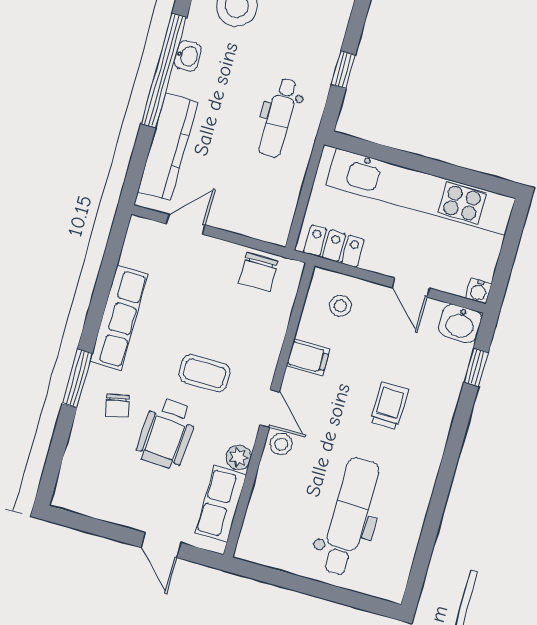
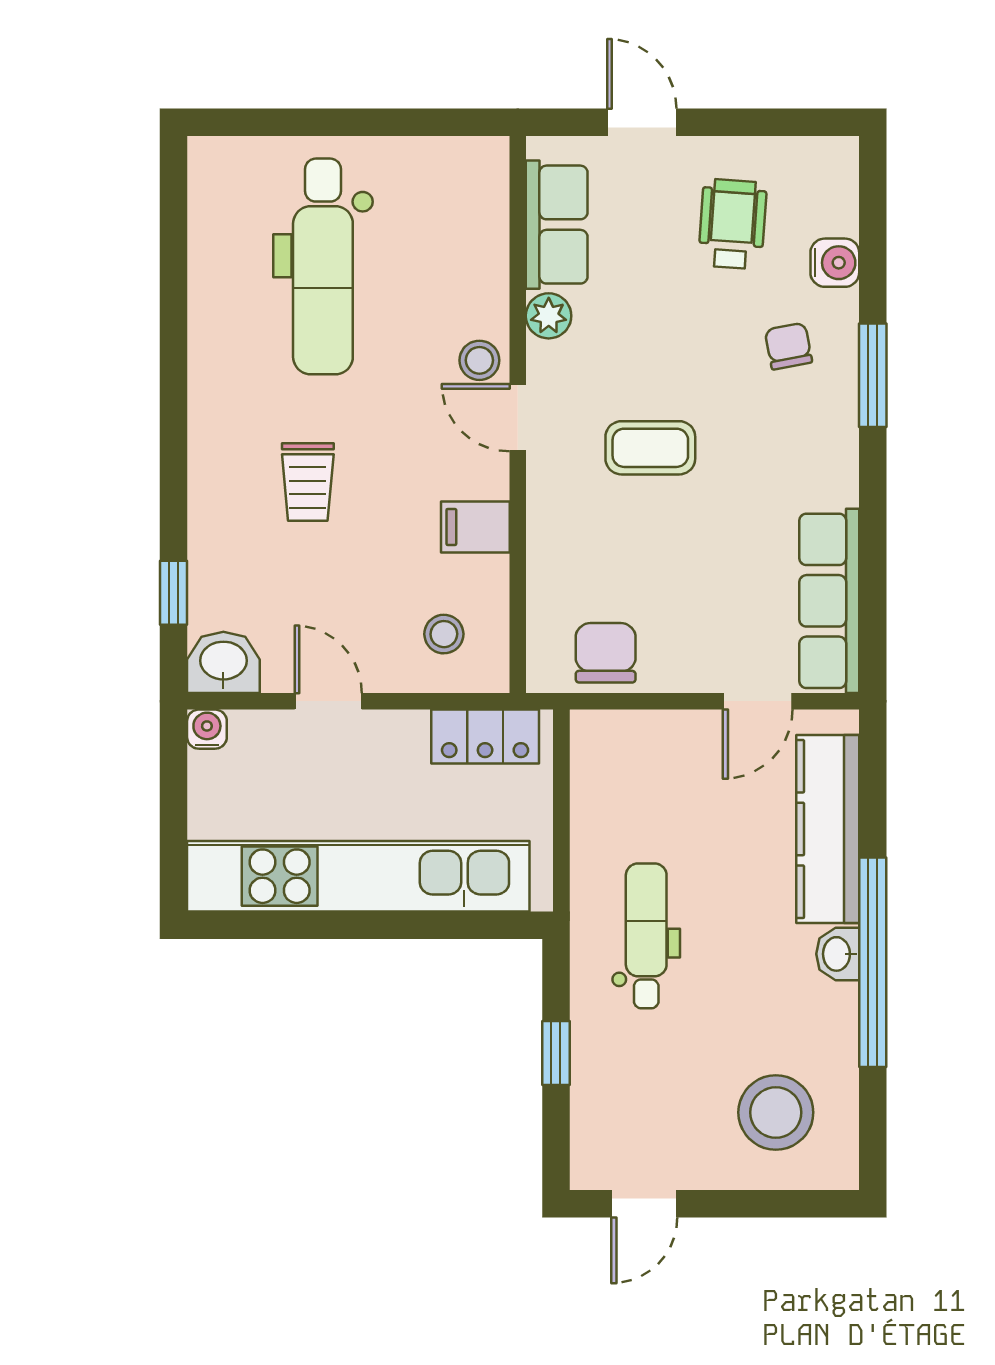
washbasin: (188, 56) -> (838, 954), moved
row of seats: (119, 318) -> (829, 601), moved
wheelchair: (166, 433) -> (732, 224), moved, width x0.73, depth x0.73
water cooler: (81, 443) -> (835, 263), added

